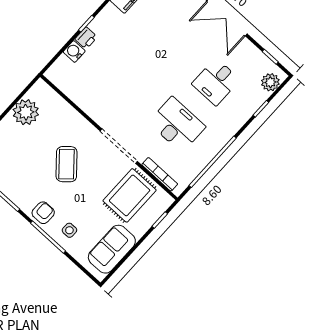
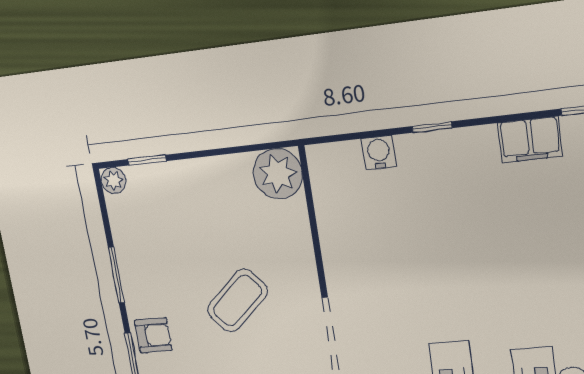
printer: (86, 38) -> (413, 148), removed
plant: (26, 112) -> (278, 174), moved

